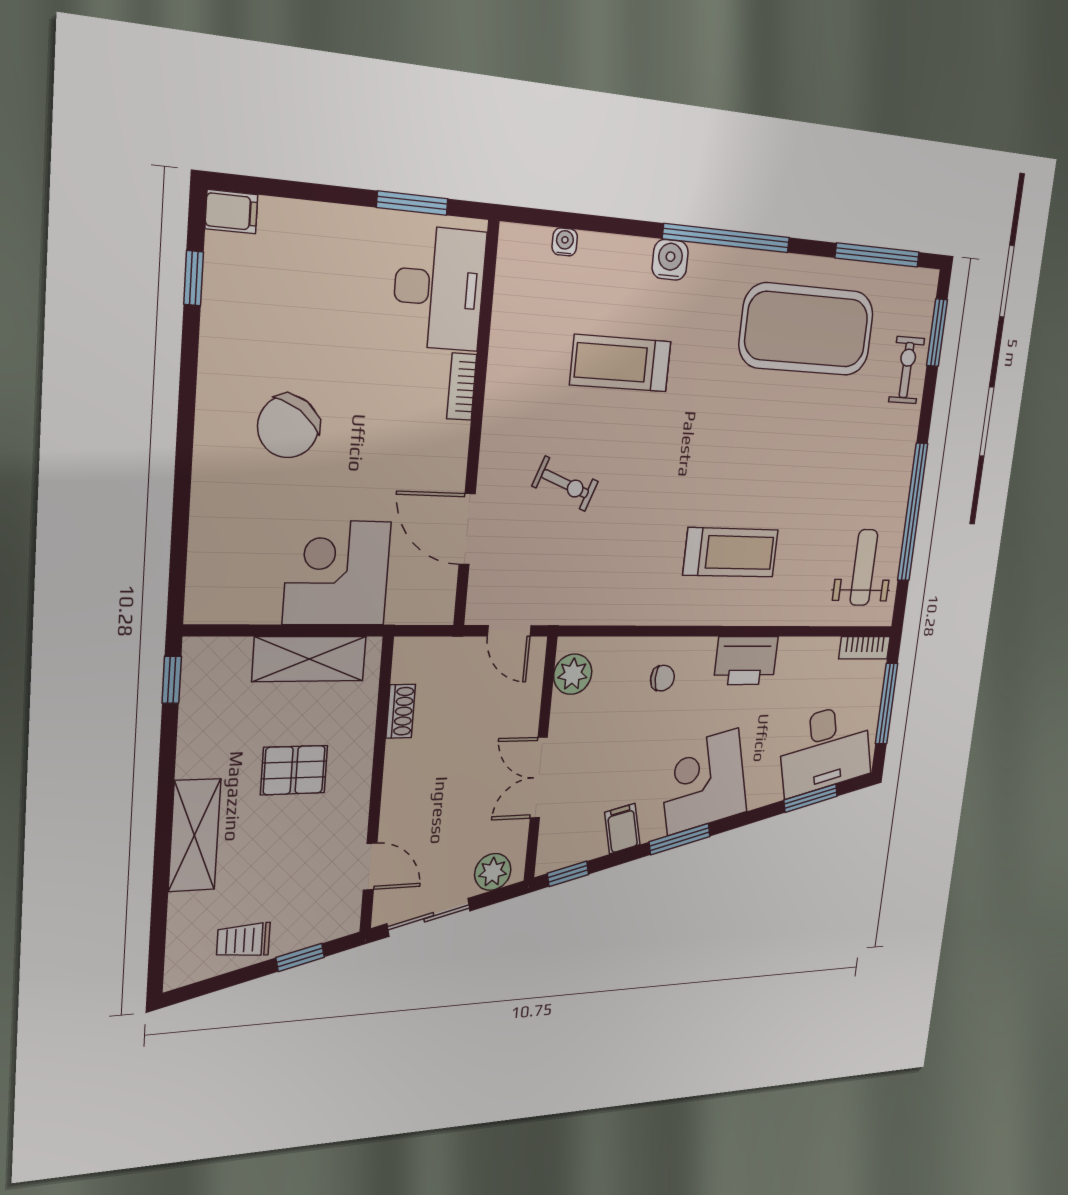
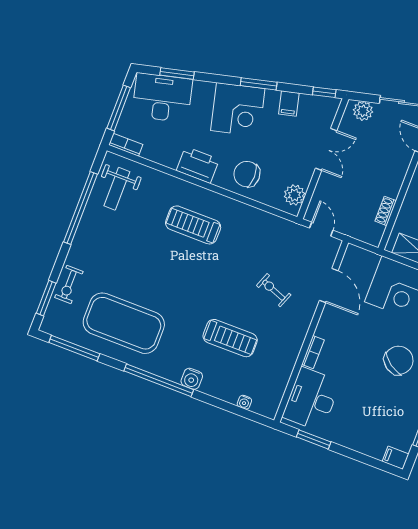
chair: (662, 678) -> (247, 174), width x1.87, depth x1.87

